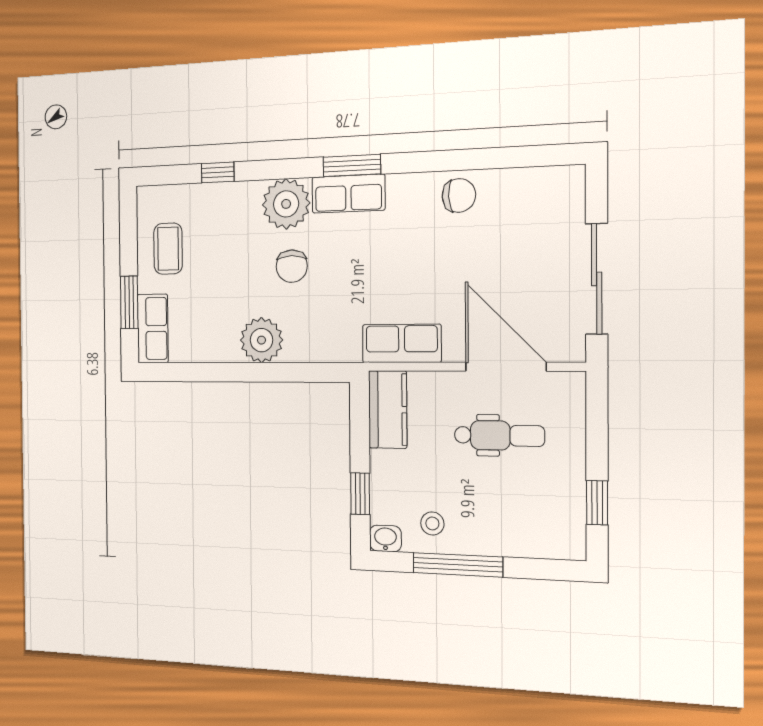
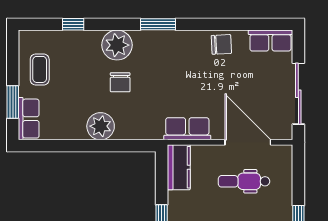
row of seats: (348, 194) -> (270, 41), moved
dental chair: (499, 435) -> (244, 181), turned 180

